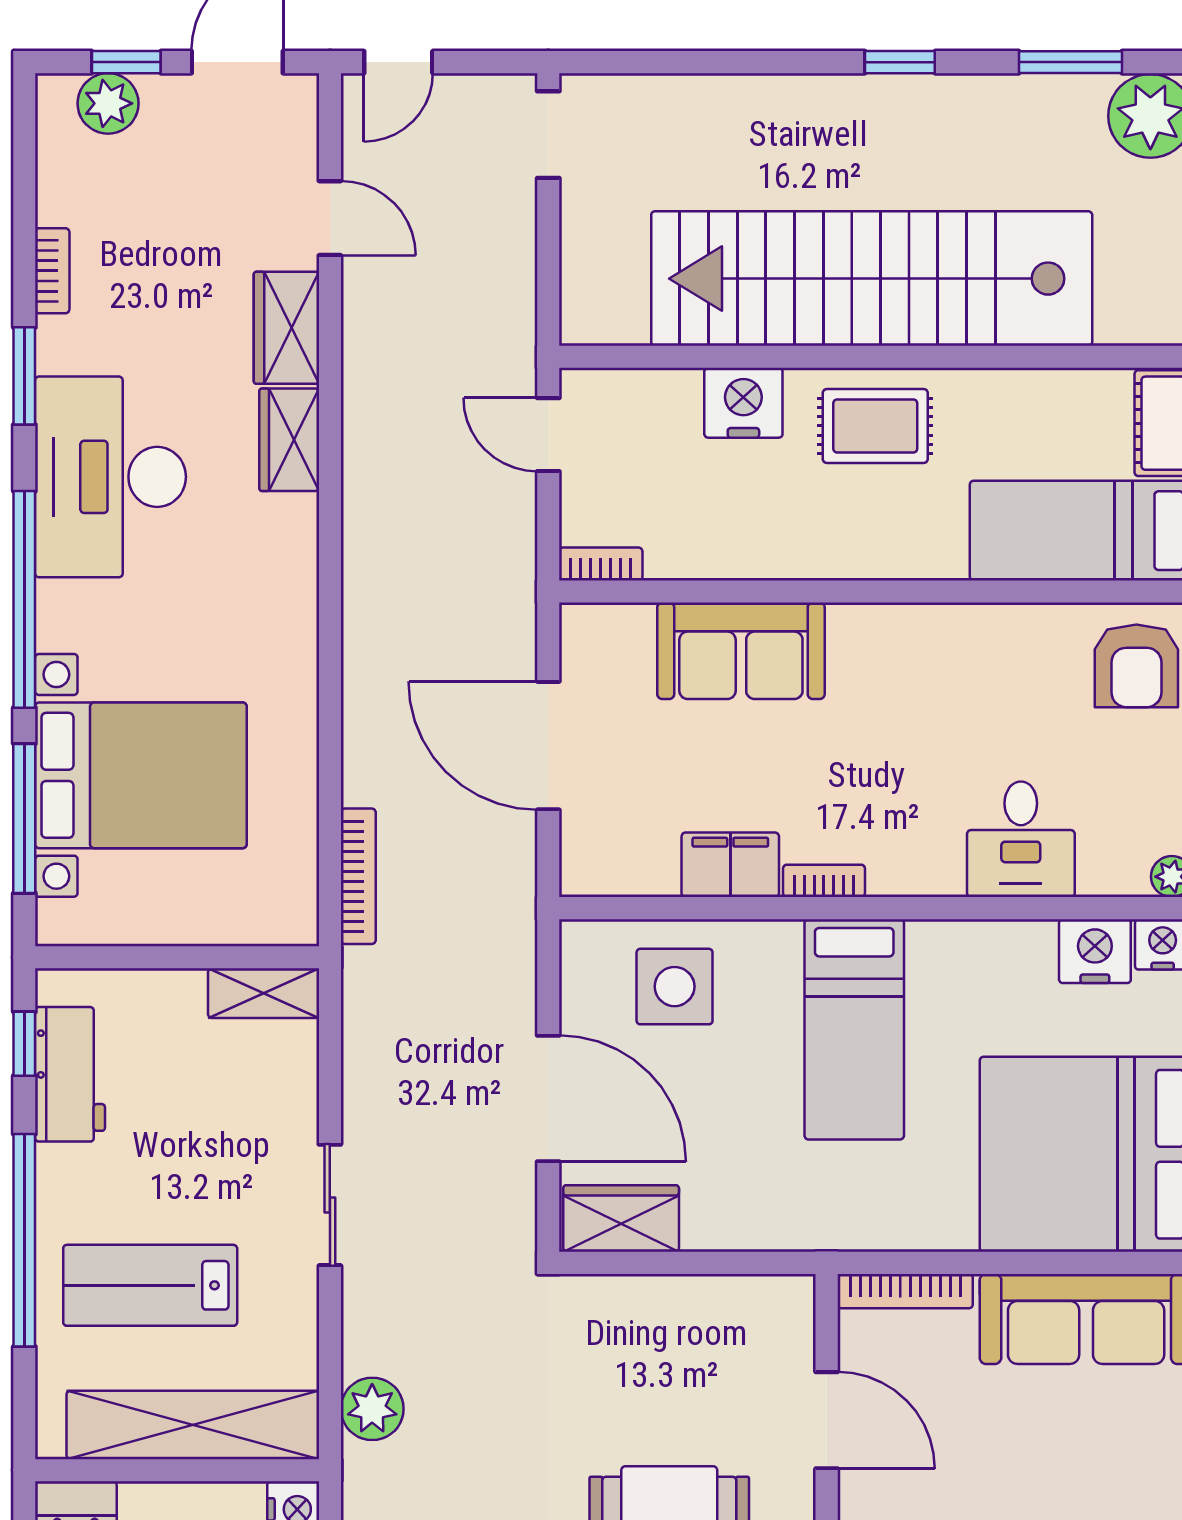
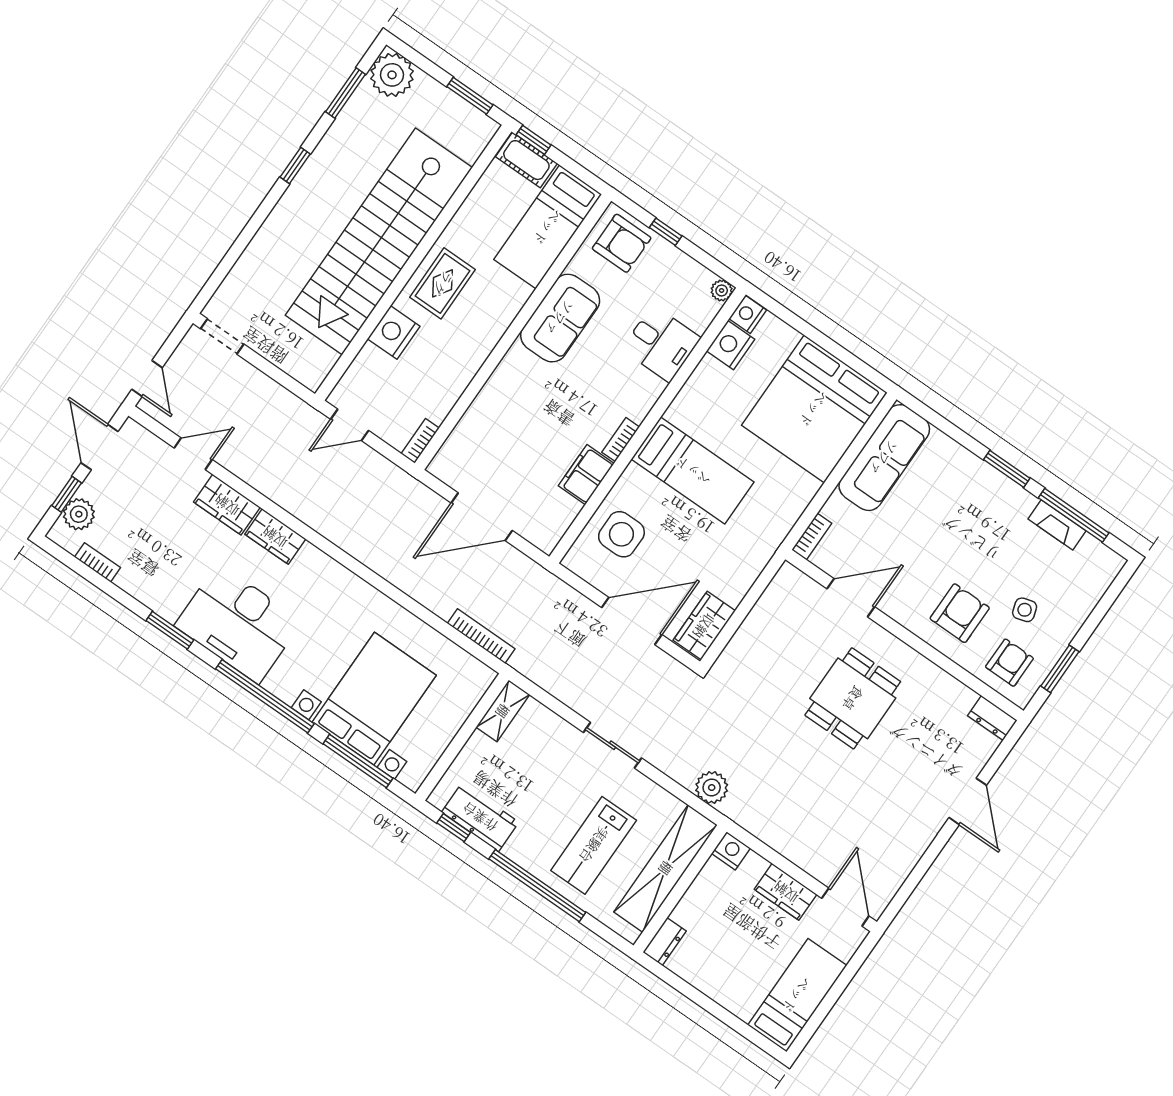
bookcase: (52, 271) -> (97, 562), moved
sofa: (741, 651) -> (560, 318), moved
bookcase: (905, 1291) -> (812, 537), width x0.64

